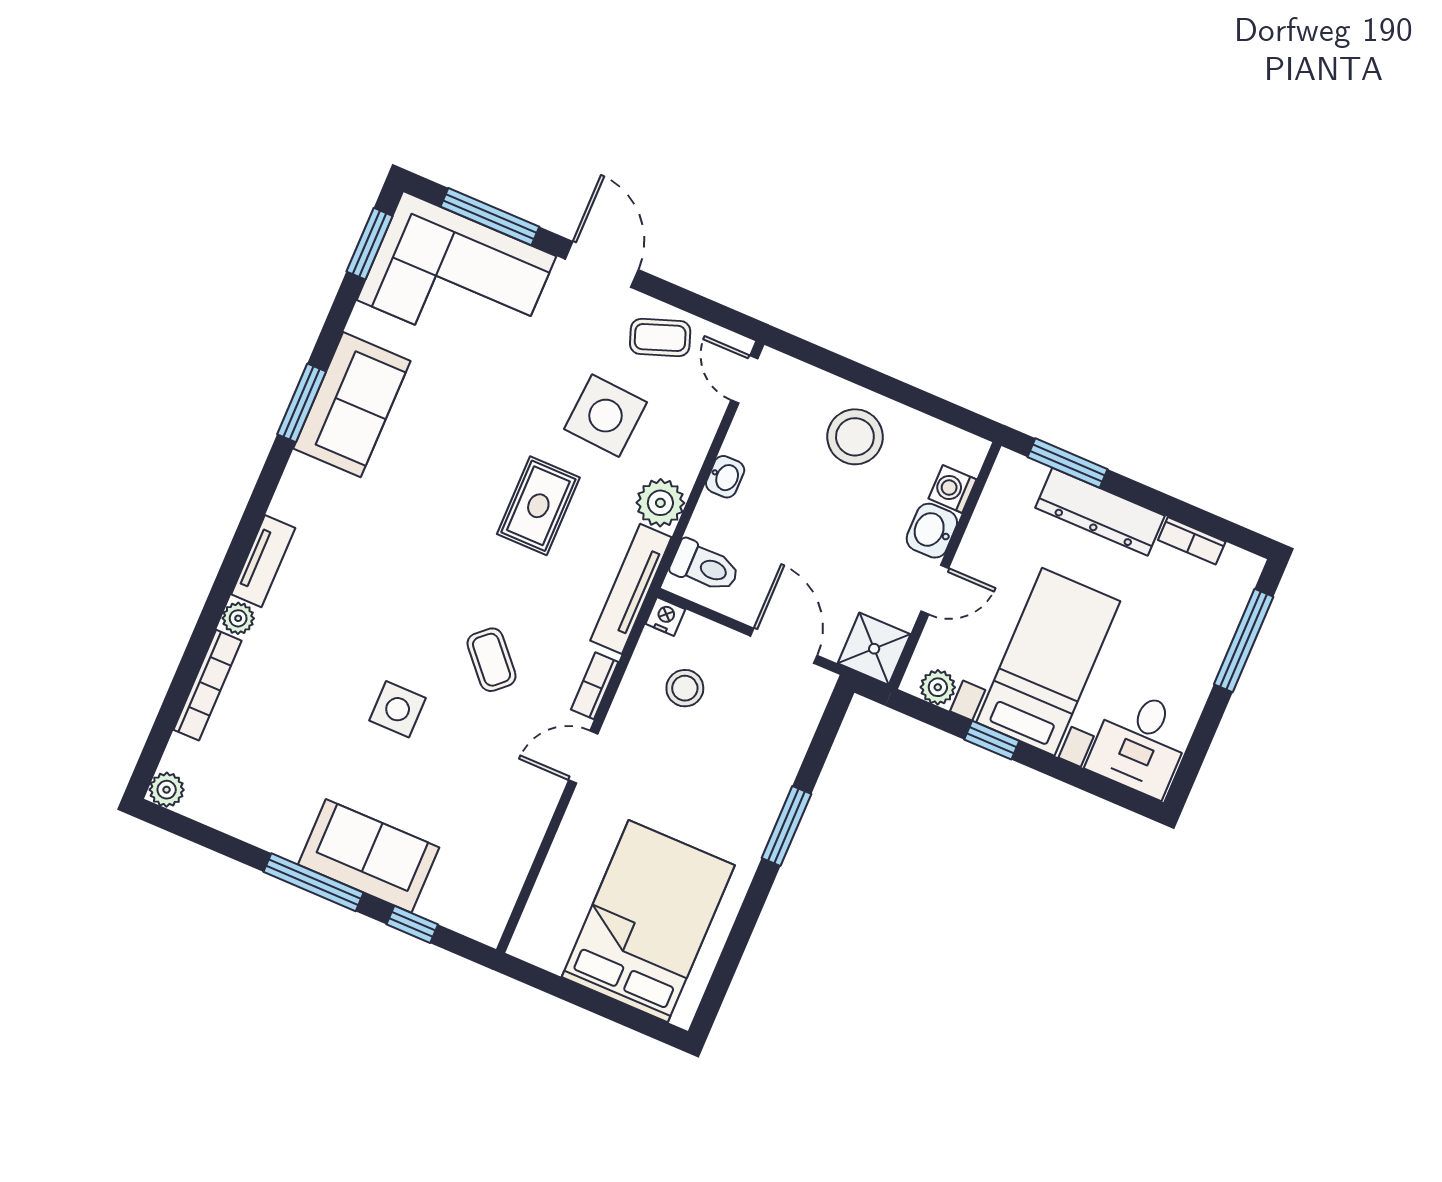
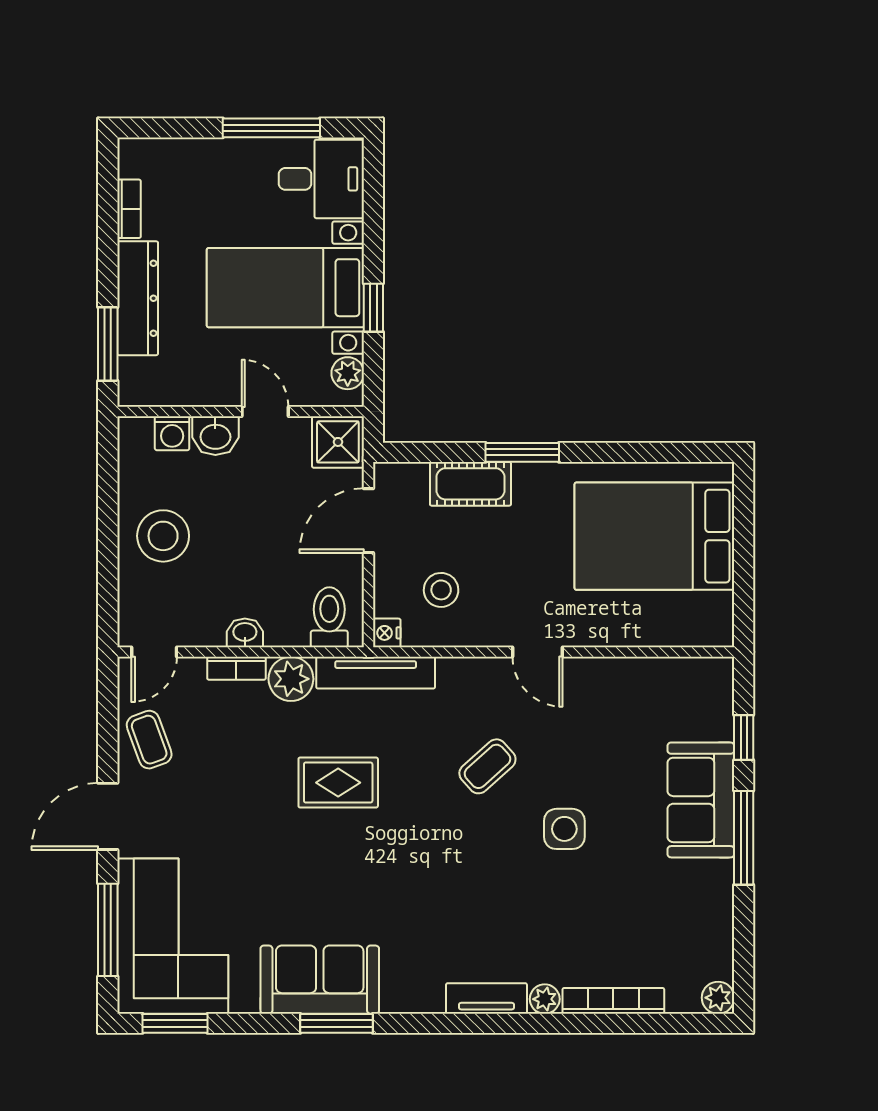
side table: (606, 416) -> (236, 758), removed
window: (1244, 640) -> (271, 128), moved
bookcase: (595, 686) -> (236, 668), moved
cot: (777, 762) -> (470, 484), added

